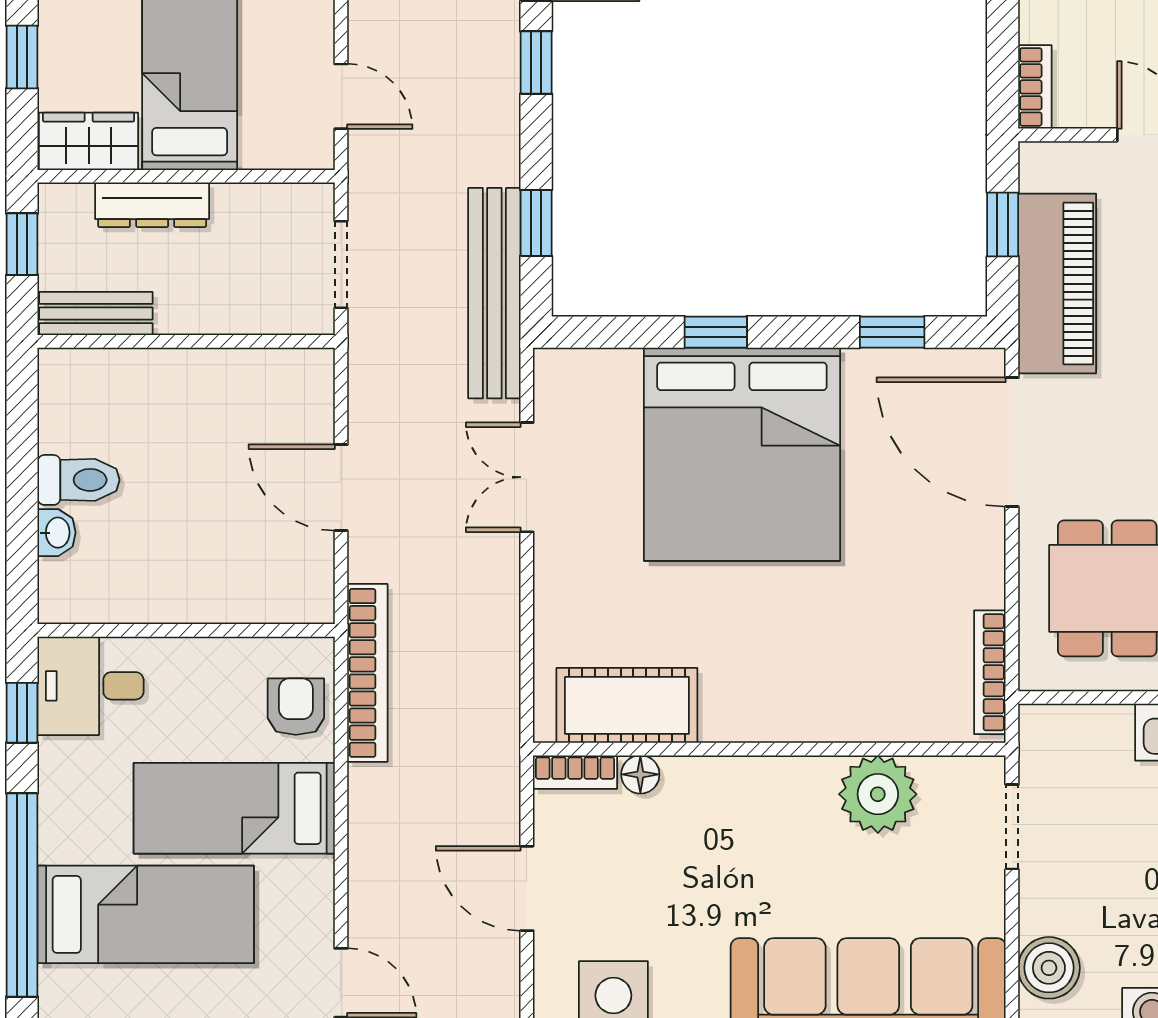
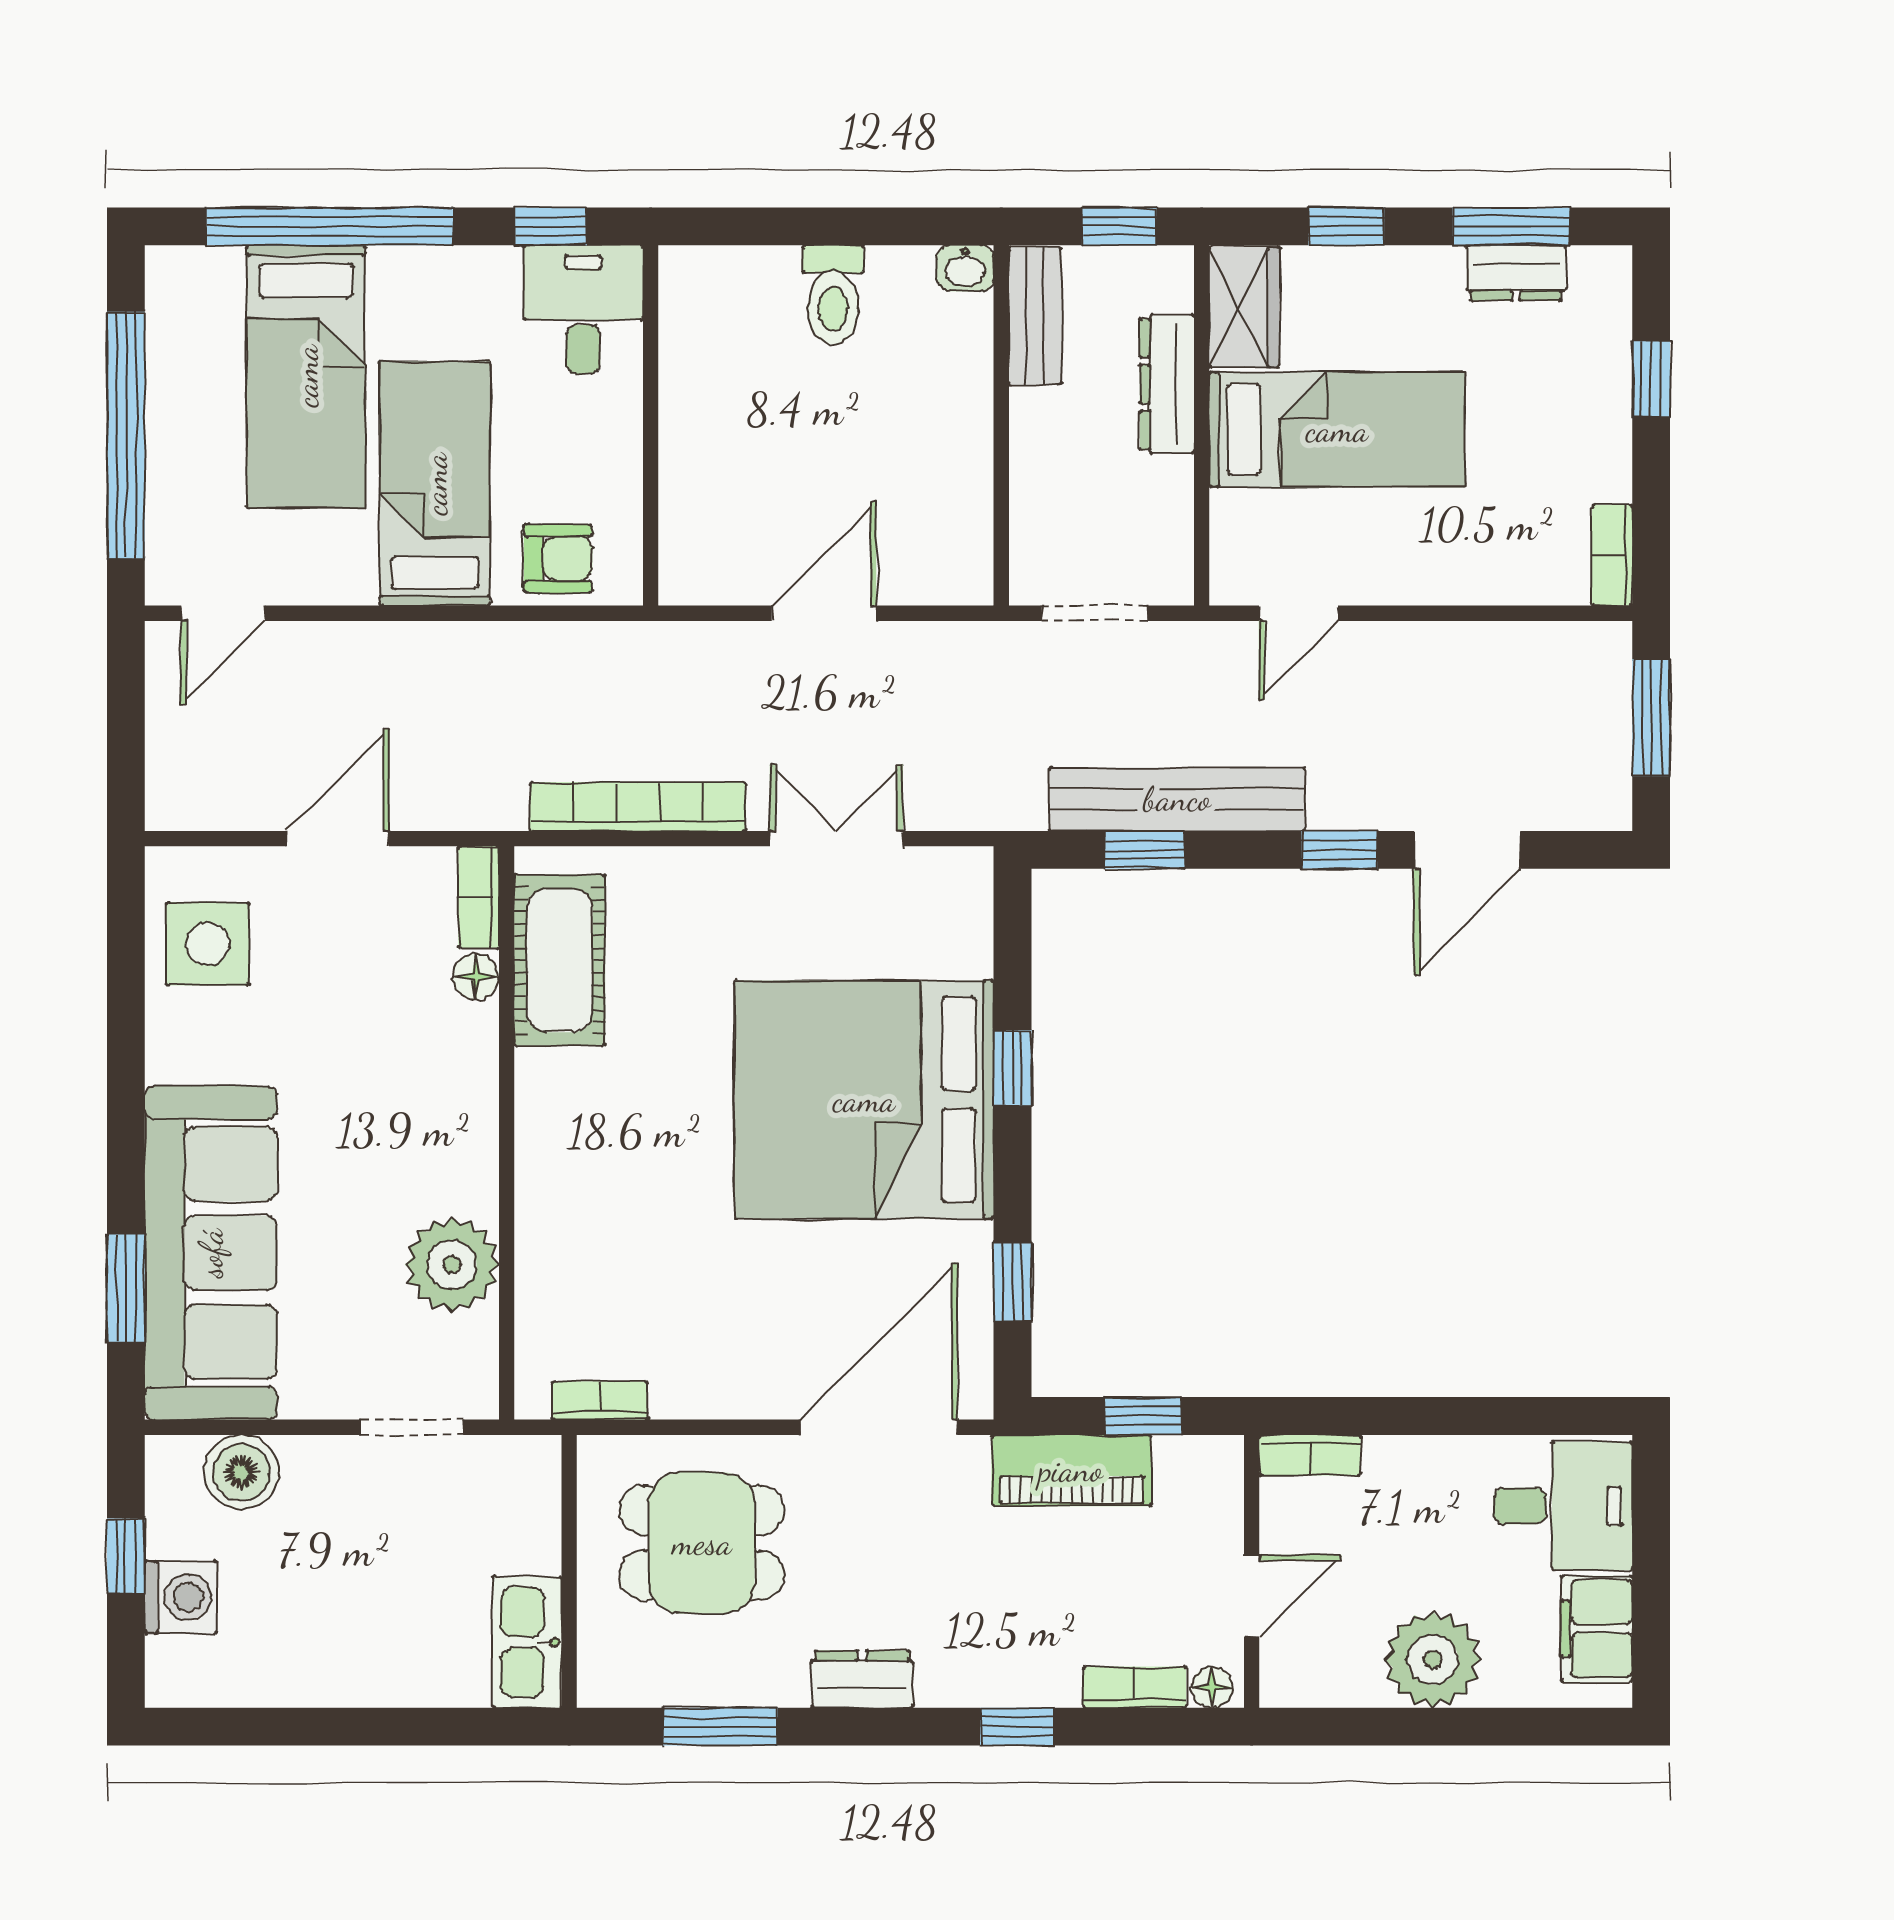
piano: (1057, 284) -> (1071, 1470), width x0.73, depth x0.75
bench: (494, 293) -> (1177, 799), moved
washbasin: (57, 533) -> (965, 268), moved
bookcase: (990, 672) -> (600, 1401), width x0.64
bookcase: (367, 673) -> (638, 807), moved, turned 180

